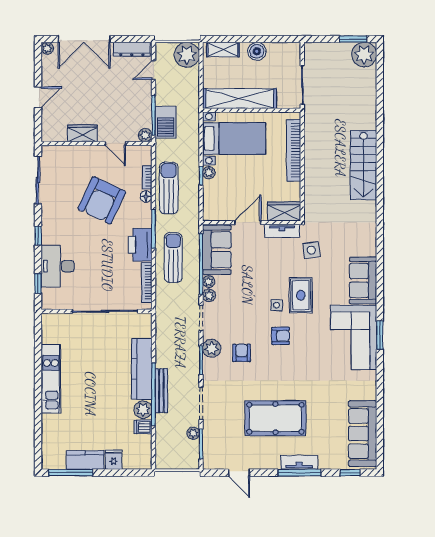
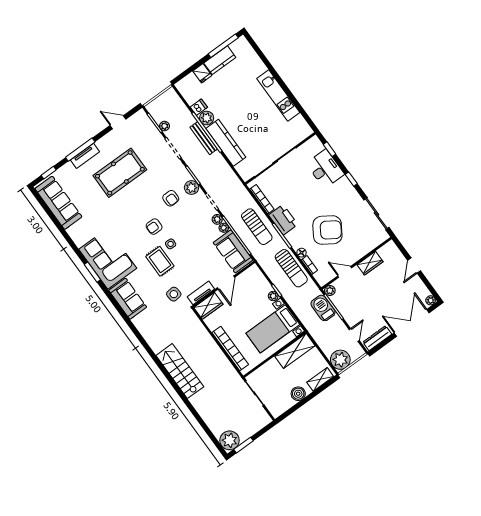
shelving: (240, 99) -> (295, 351), width x0.68
armchair: (102, 200) -> (327, 230), turned 98

